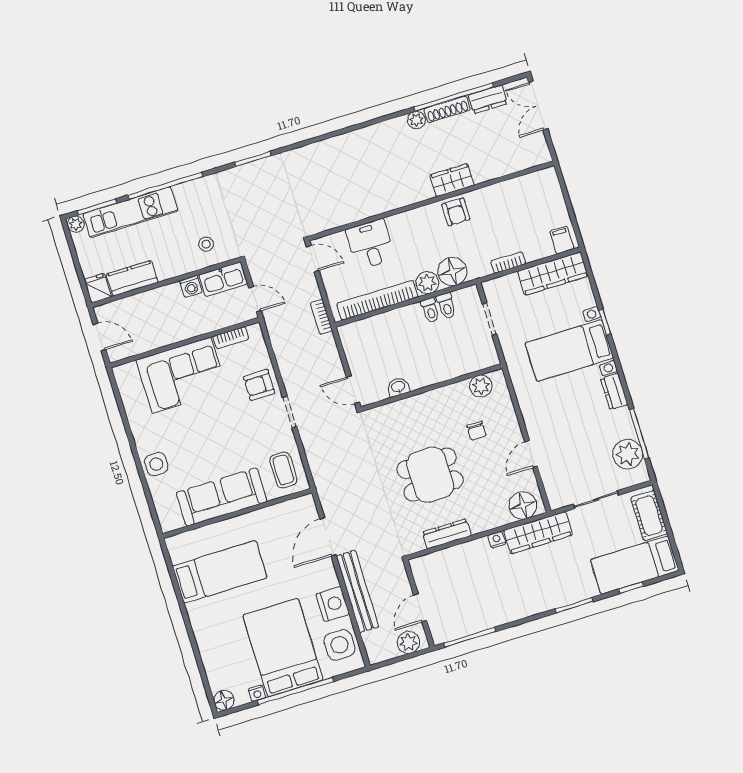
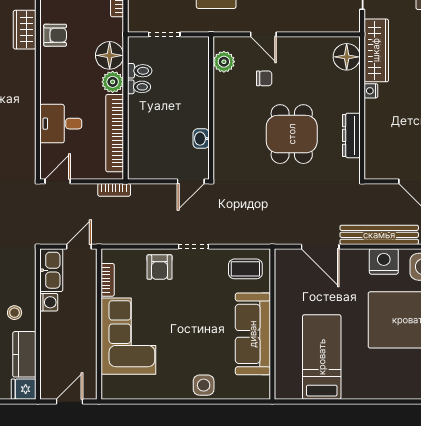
stool: (206, 244) -> (15, 313), moved
door: (531, 454) -> (263, 34), moved

